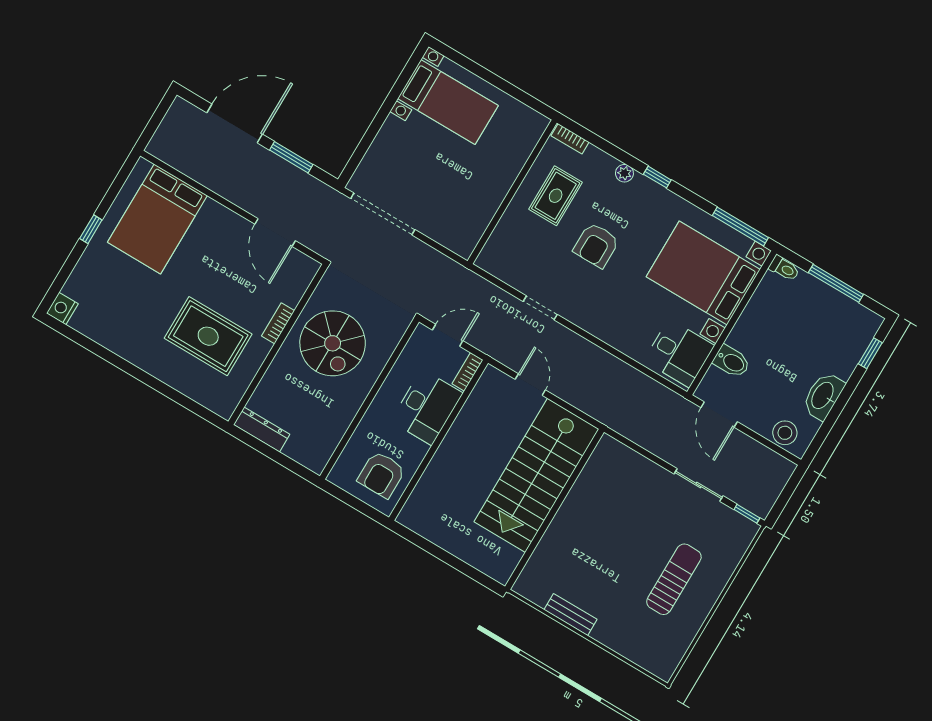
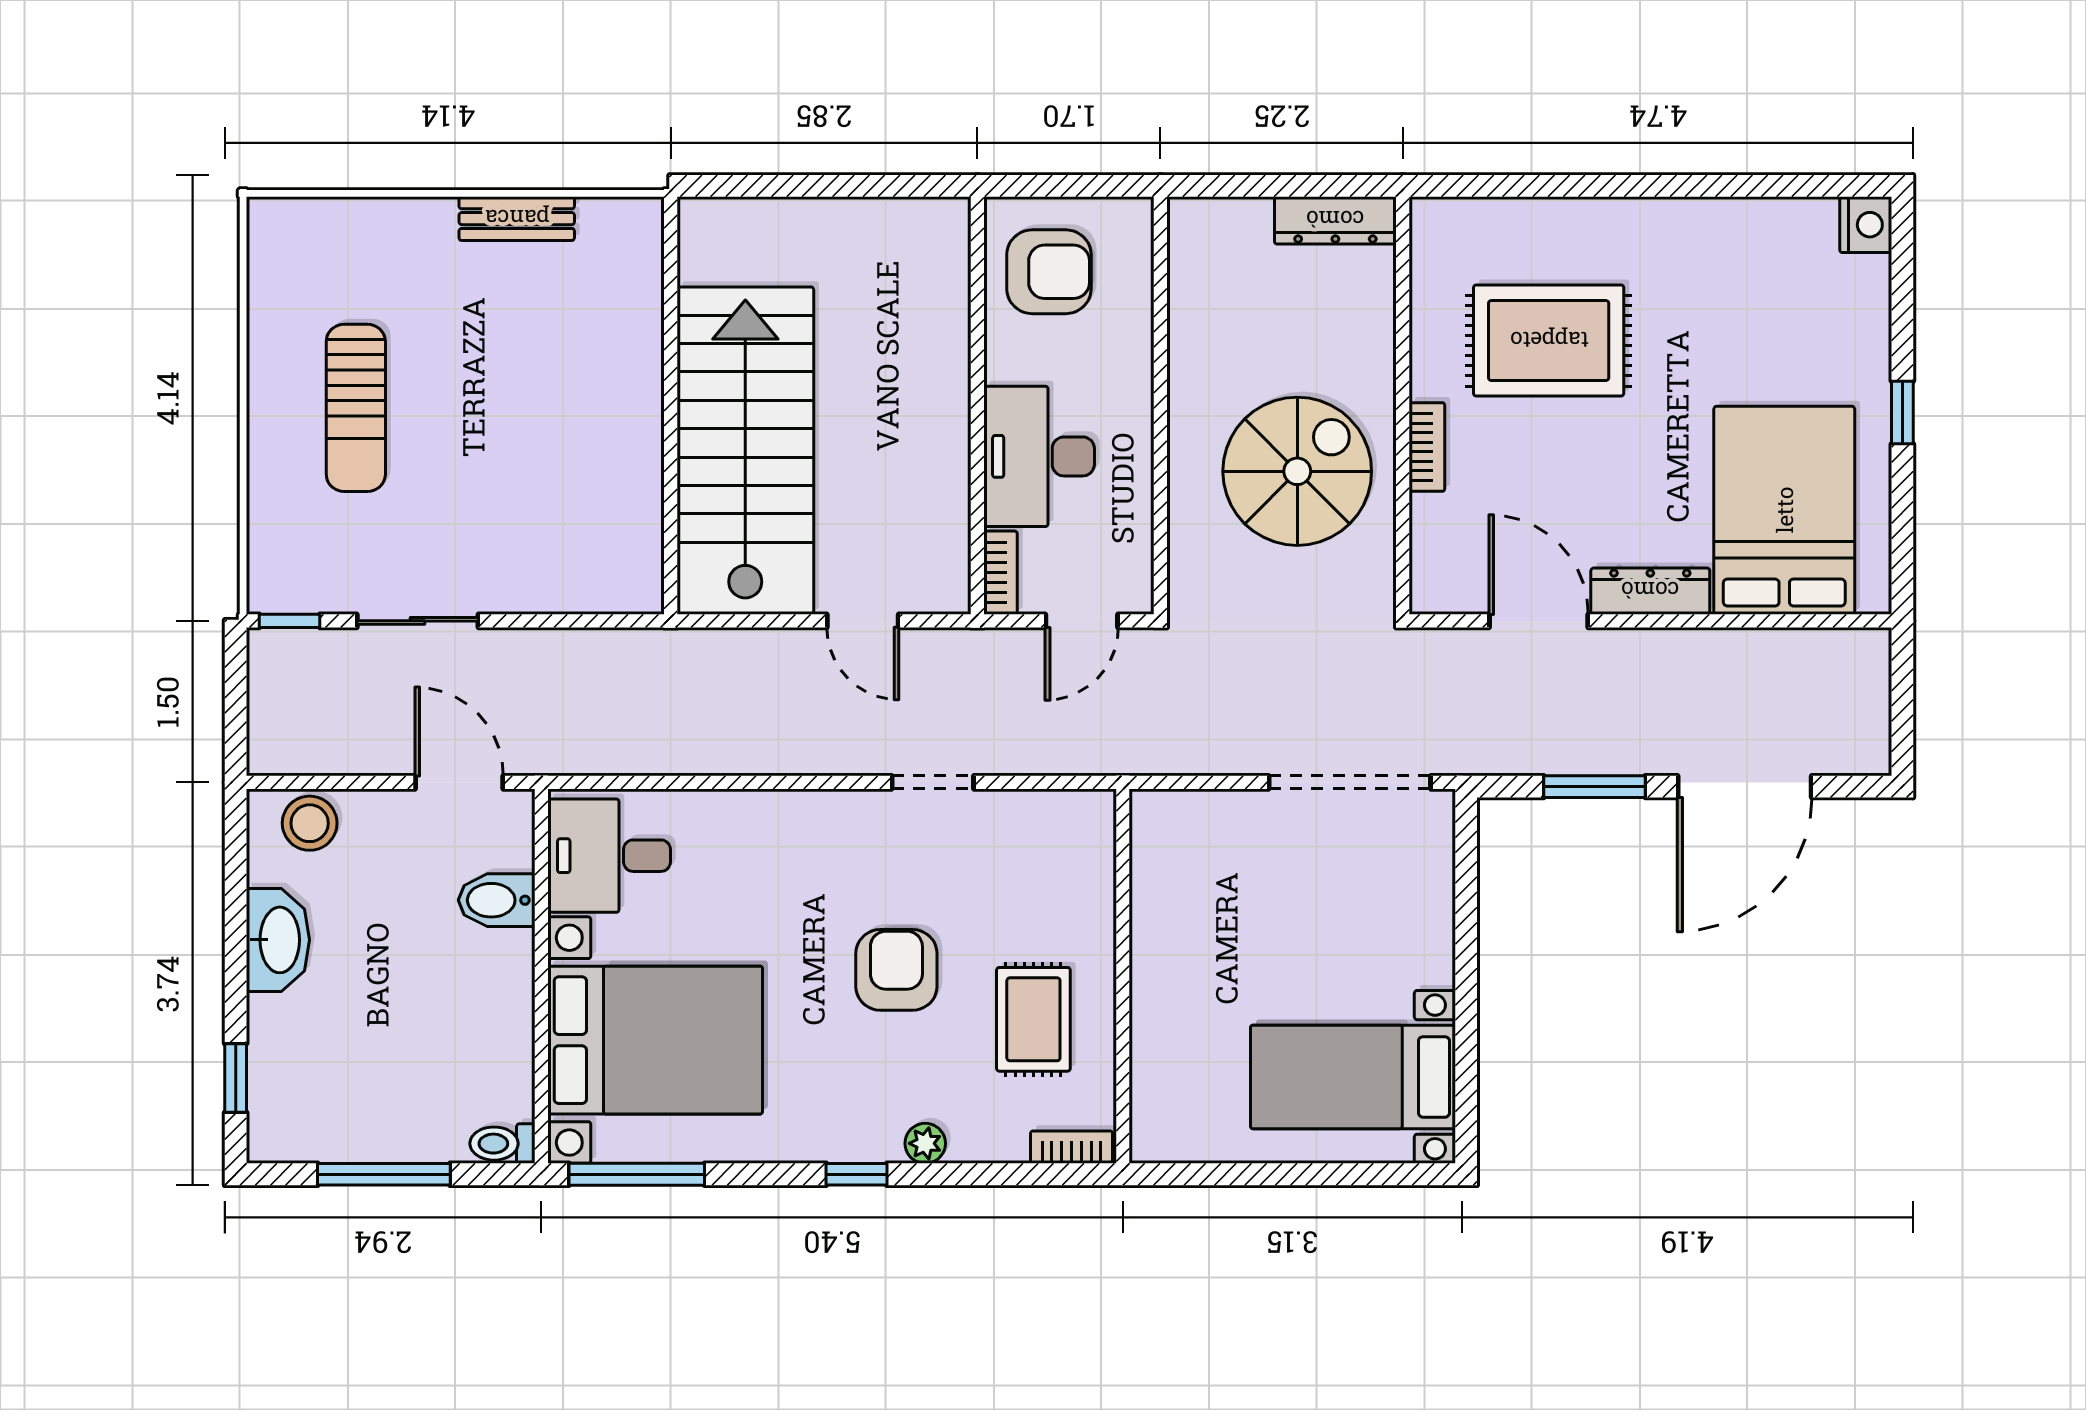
dresser: (226, 219) -> (1650, 591), added
spiral stairs: (333, 343) -> (1297, 471), turned 90
armchair: (381, 475) -> (1049, 272), turned 90

